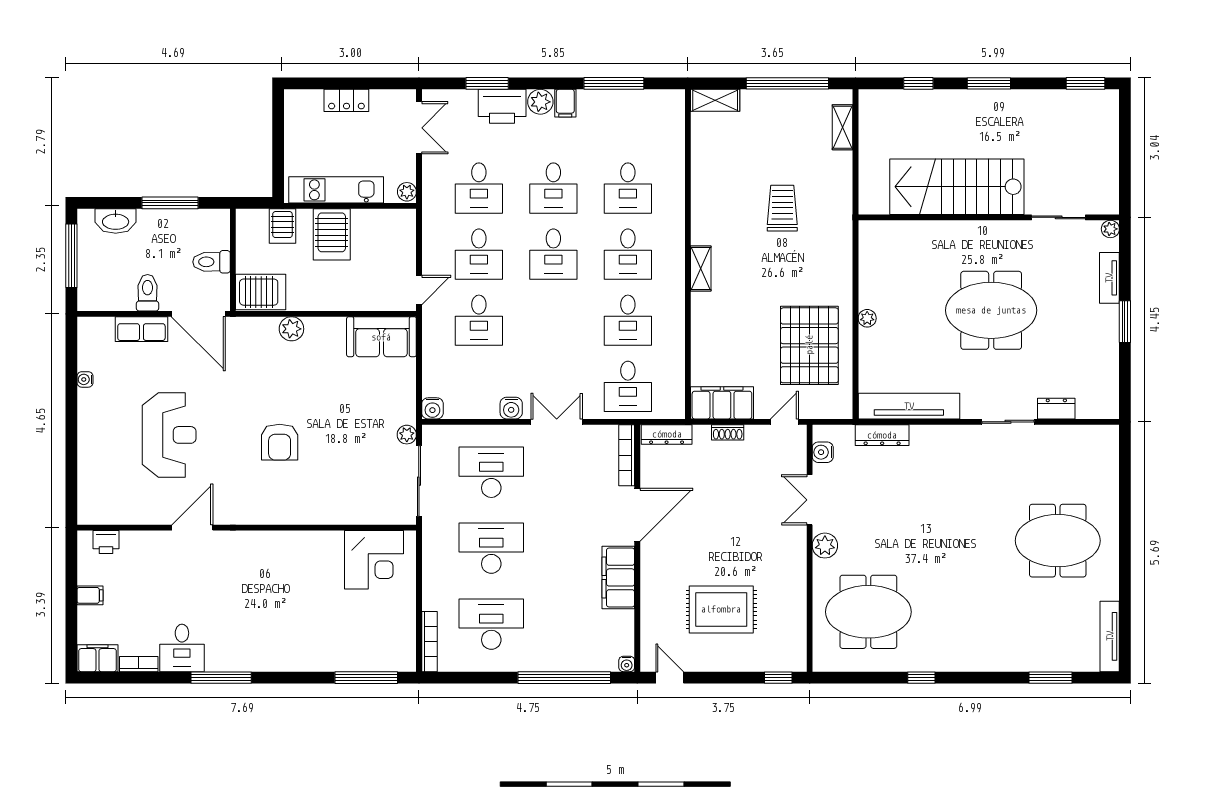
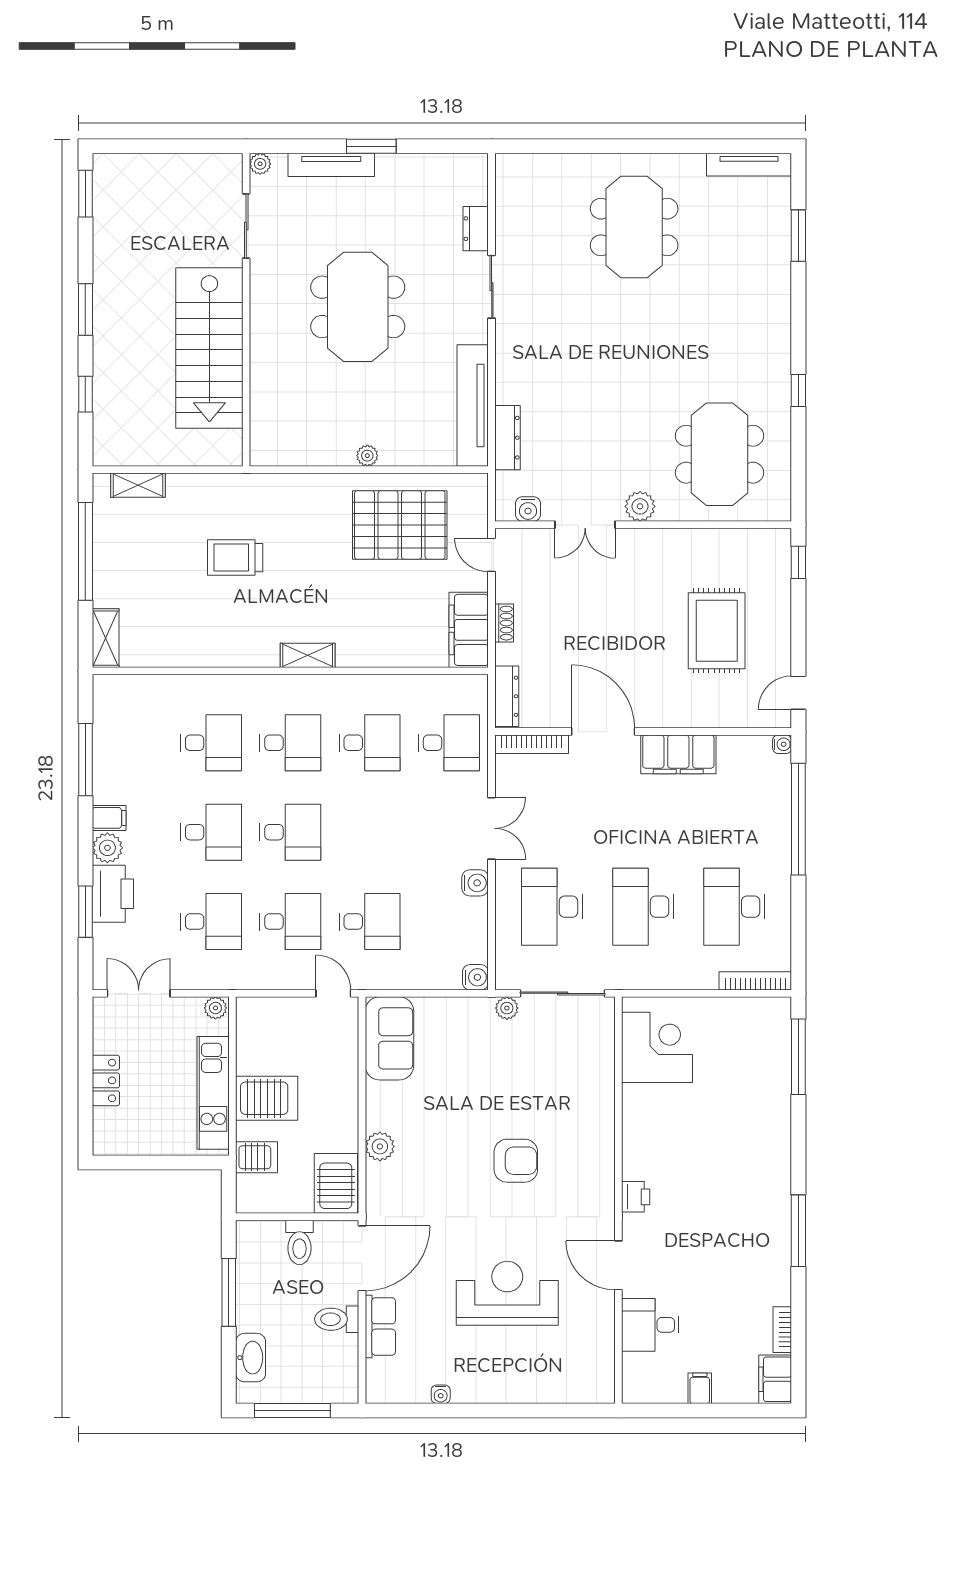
tv unit: (1109, 278) -> (331, 165), width x1.41
double door: (557, 422) -> (492, 828), swing flipped
printer: (106, 542) -> (636, 1197), moved
desk: (182, 648) -> (650, 1325), moved, turned 180

